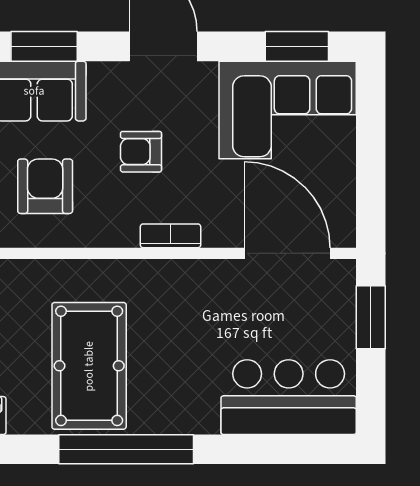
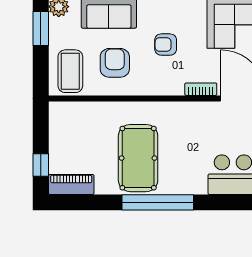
bookcase: (171, 236) -> (201, 89), moved

